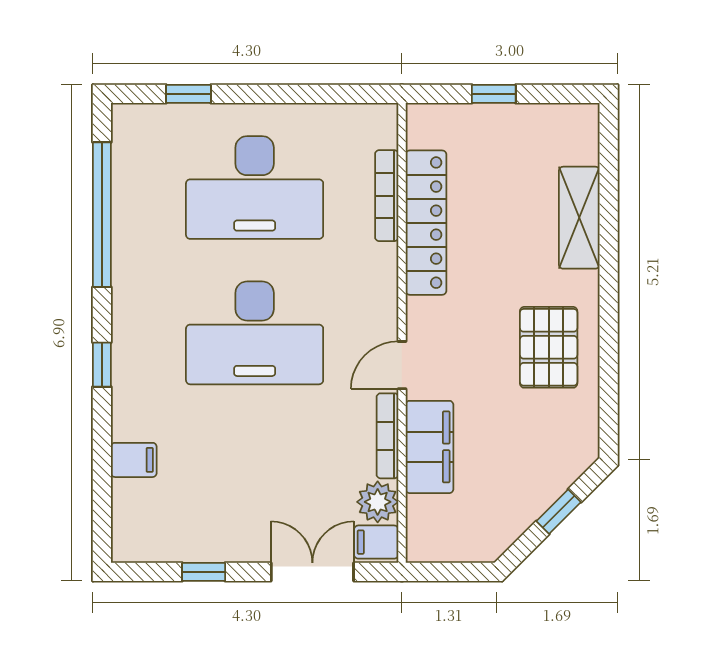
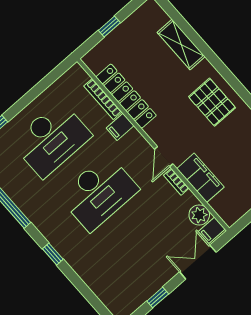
bookcase: (387, 436) -> (176, 182), width x0.64
filing cabinet: (134, 460) -> (120, 127), moved, turned 180

